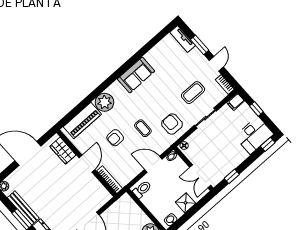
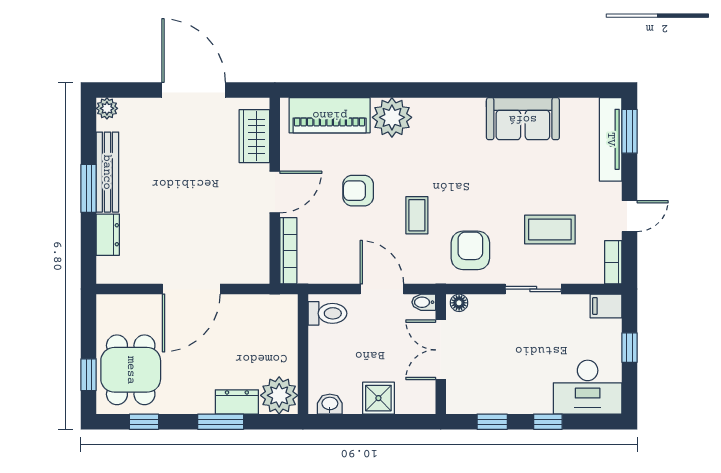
tv unit: (183, 39) -> (611, 139), width x1.41
window: (200, 45) -> (630, 131), moved
sofa: (136, 75) -> (523, 119), moved
window: (268, 144) -> (548, 422), moved
double door: (200, 176) -> (441, 350), moved

